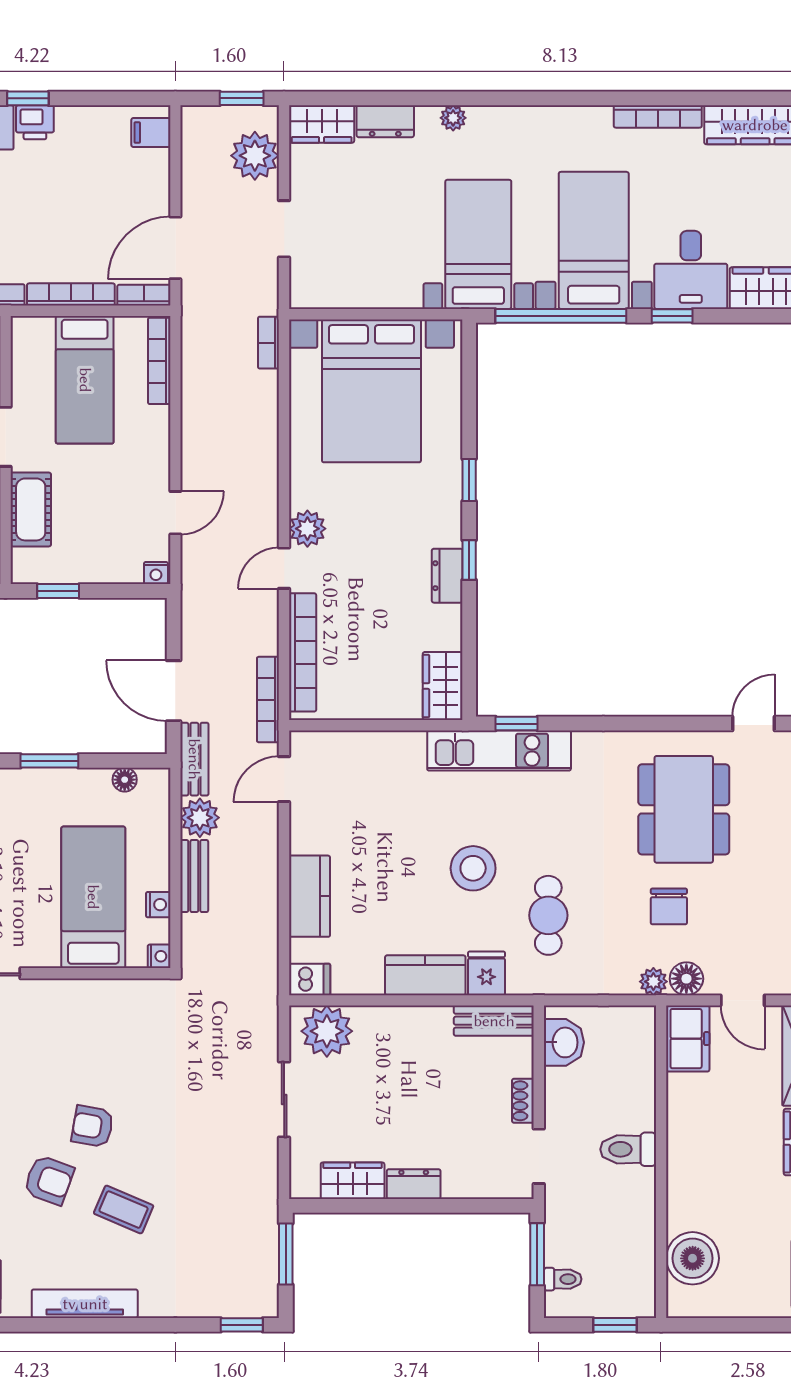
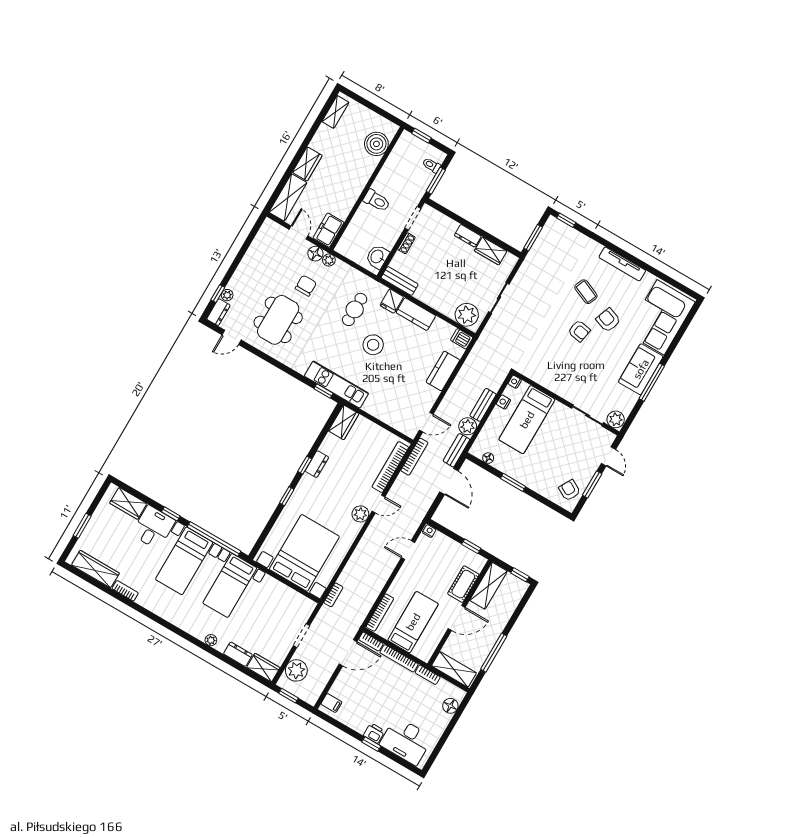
bookcase: (658, 117) -> (125, 591), width x0.64

